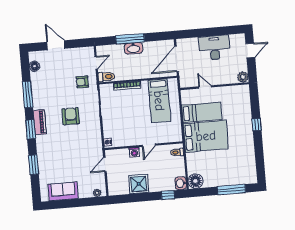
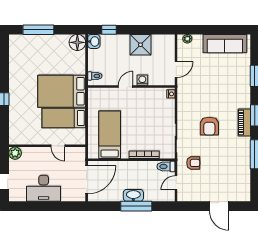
floor lamp: (34, 66) -> (245, 185), removed
sofa: (63, 191) -> (225, 44), width x1.36

